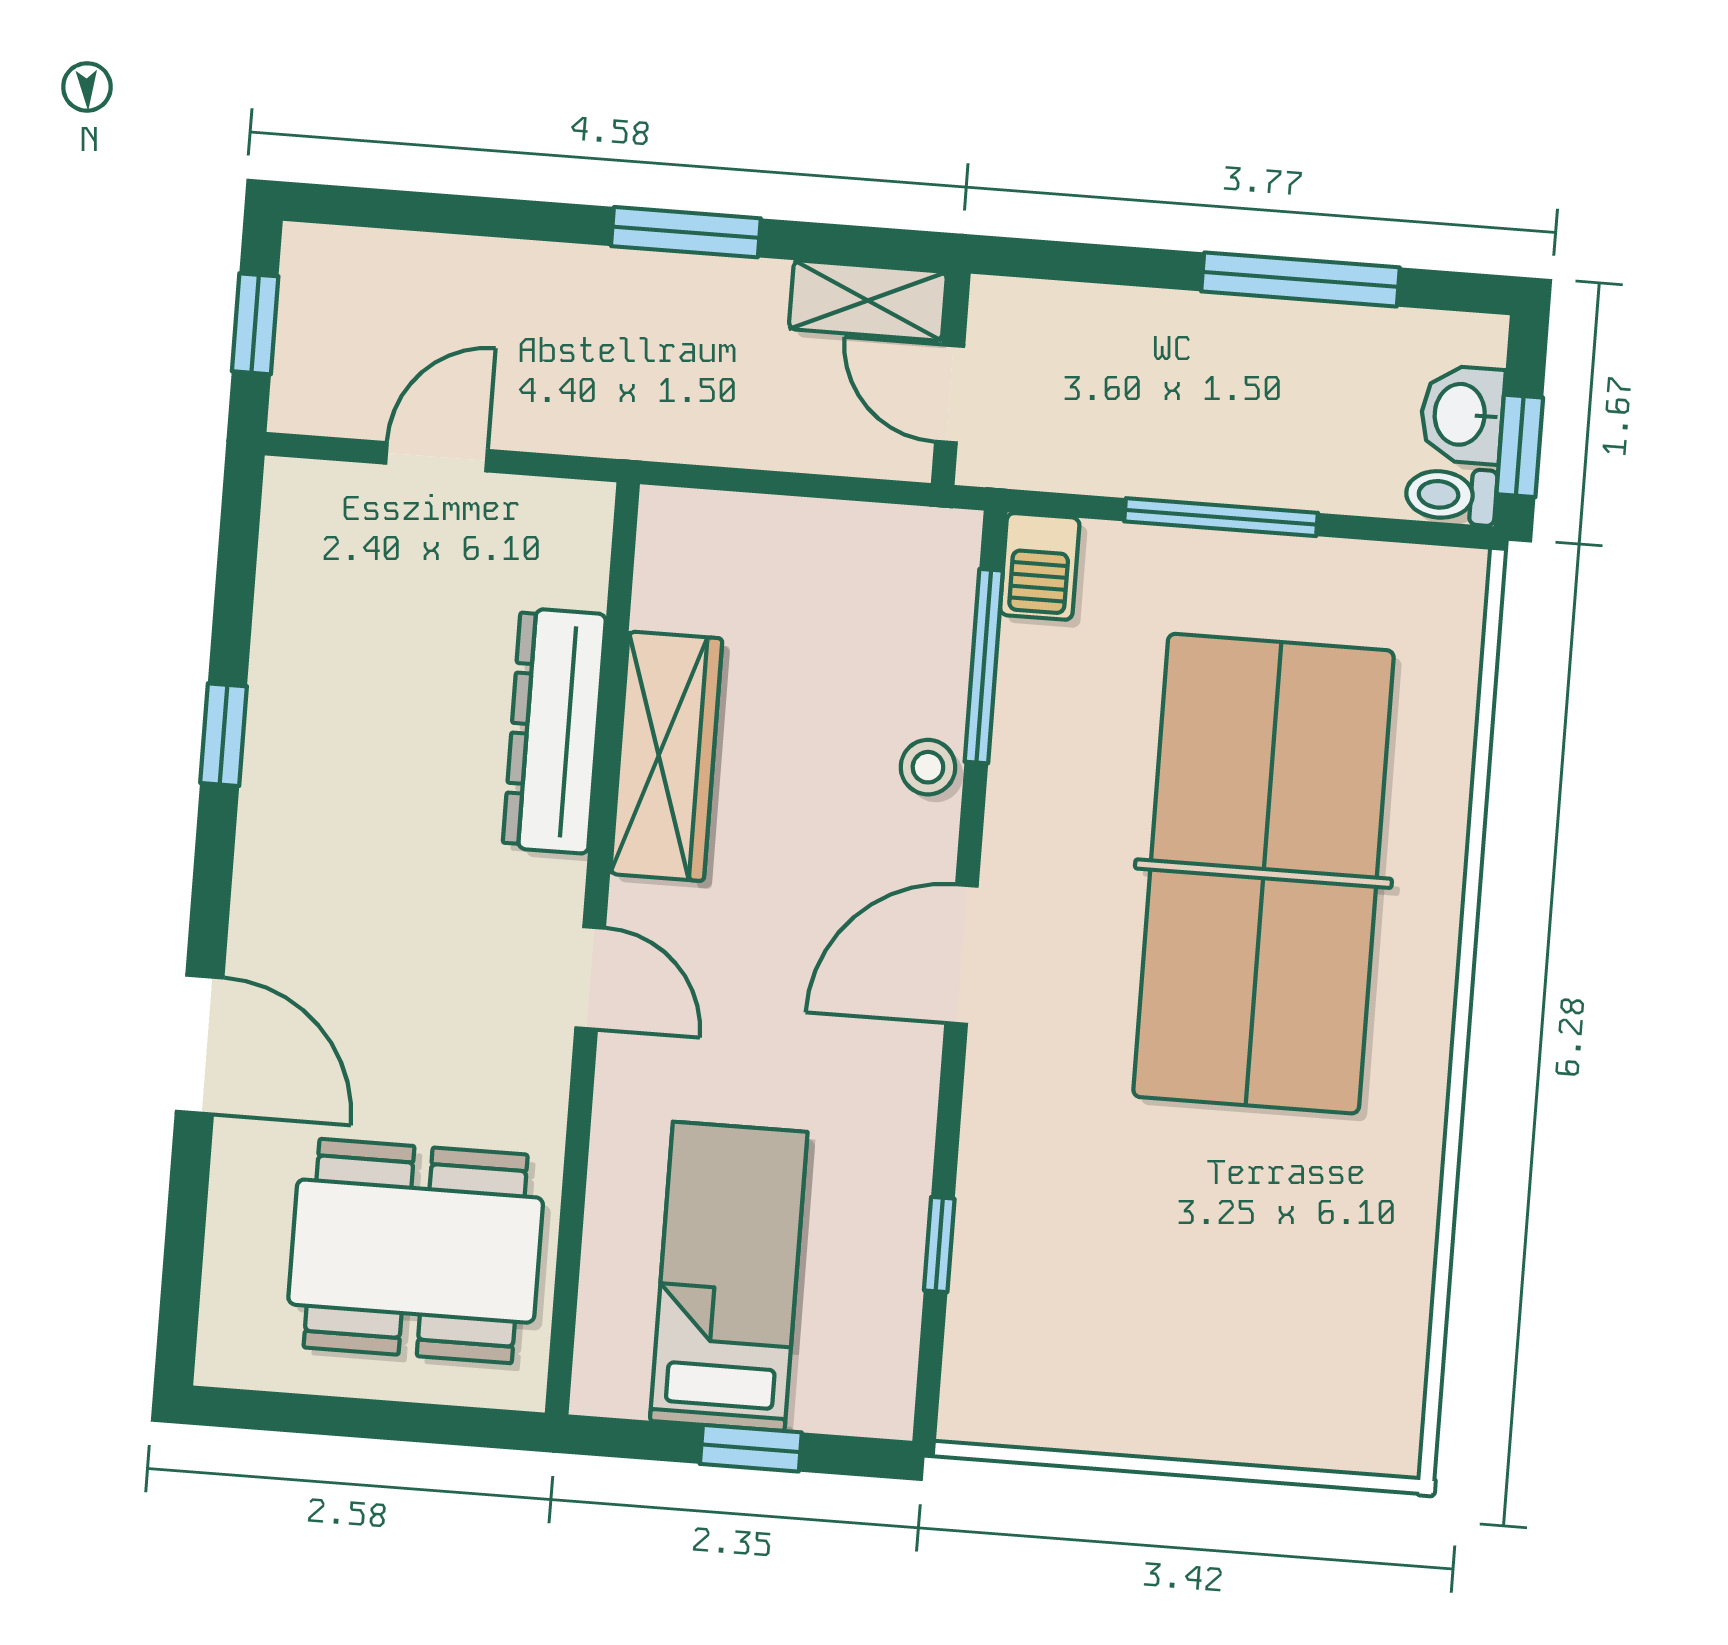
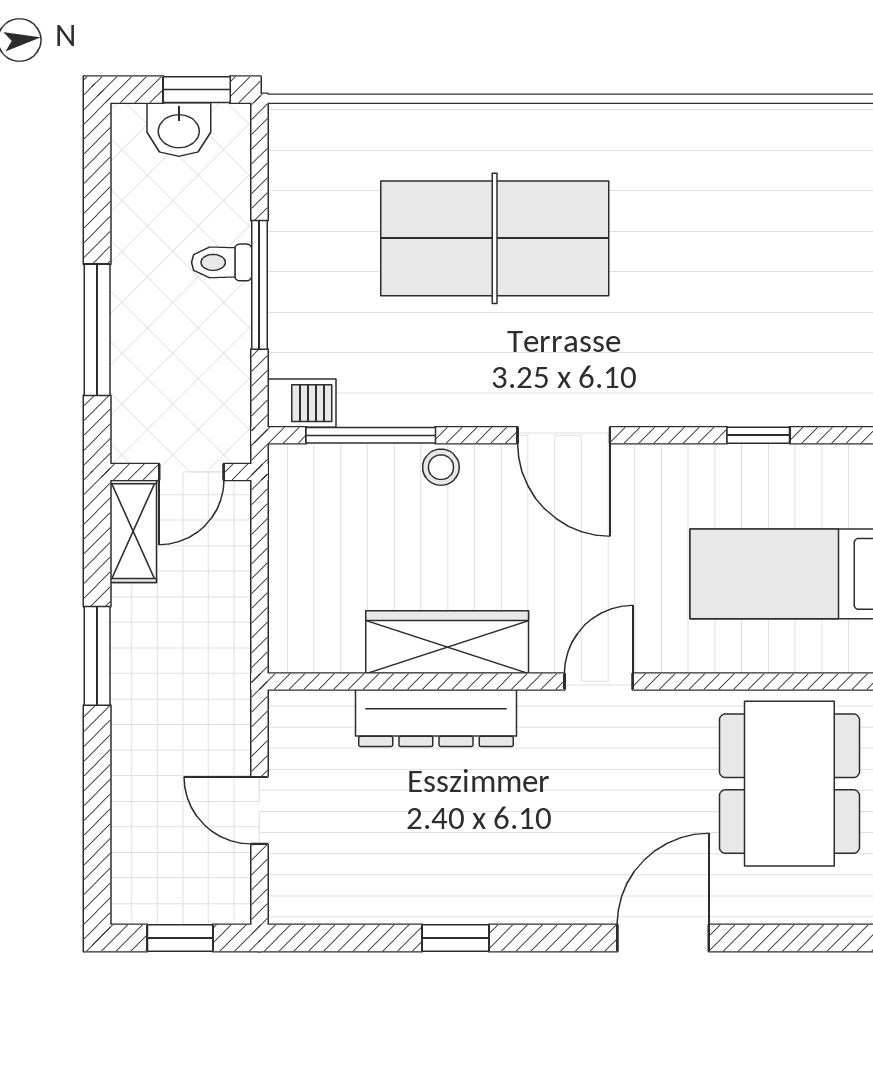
window: (1300, 279) -> (97, 330), moved
toilet: (1451, 495) -> (222, 262), moved, turned 90
table tennis table: (1263, 874) -> (495, 238), width x0.73, depth x0.76

